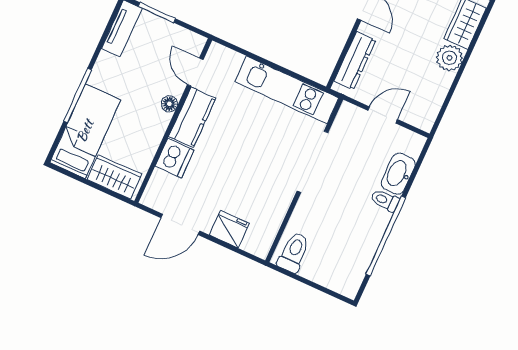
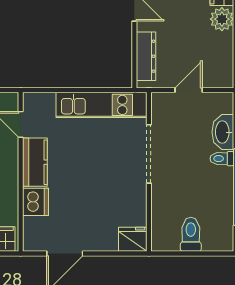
floor lamp: (169, 104) -> (11, 160), removed
fridge: (229, 229) -> (133, 239), moved
toilet: (294, 252) -> (191, 234), moved

